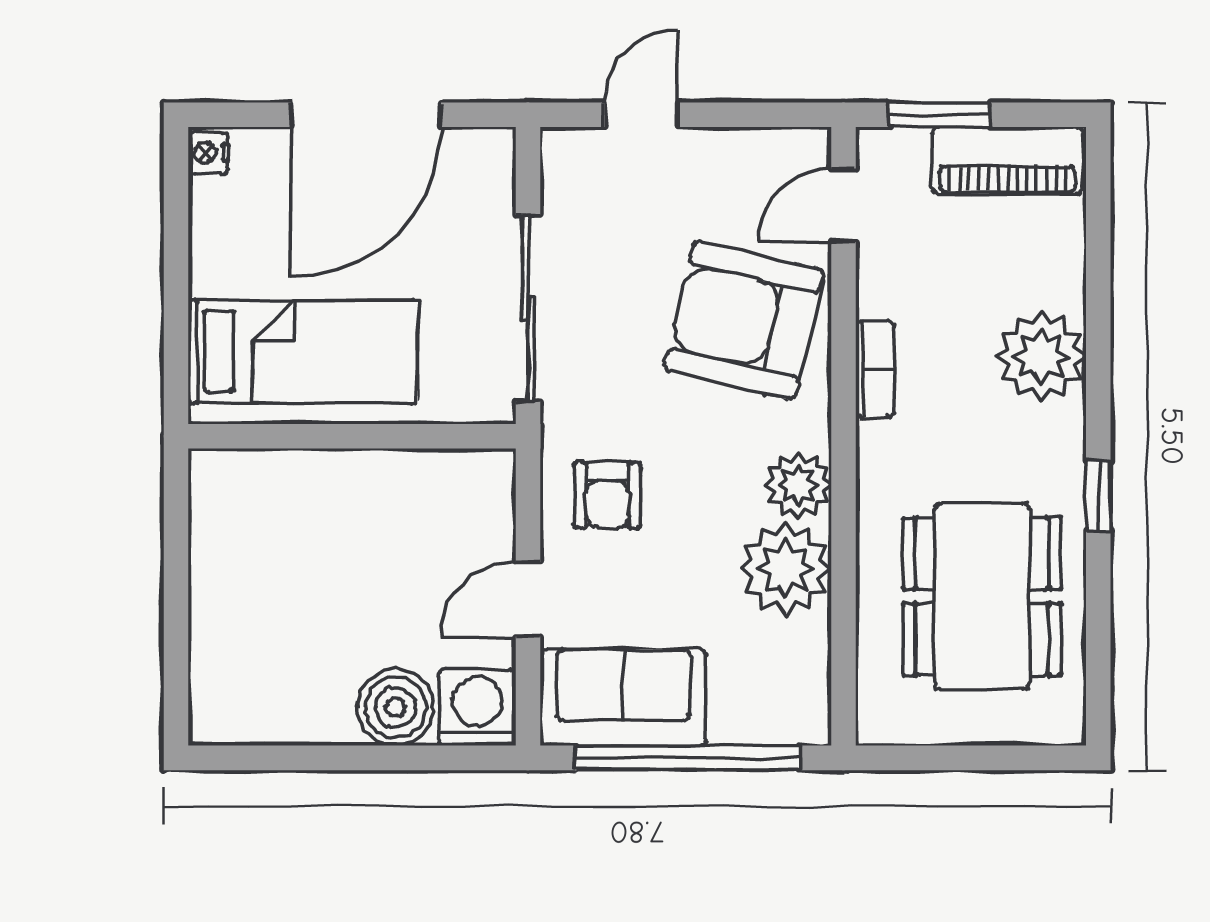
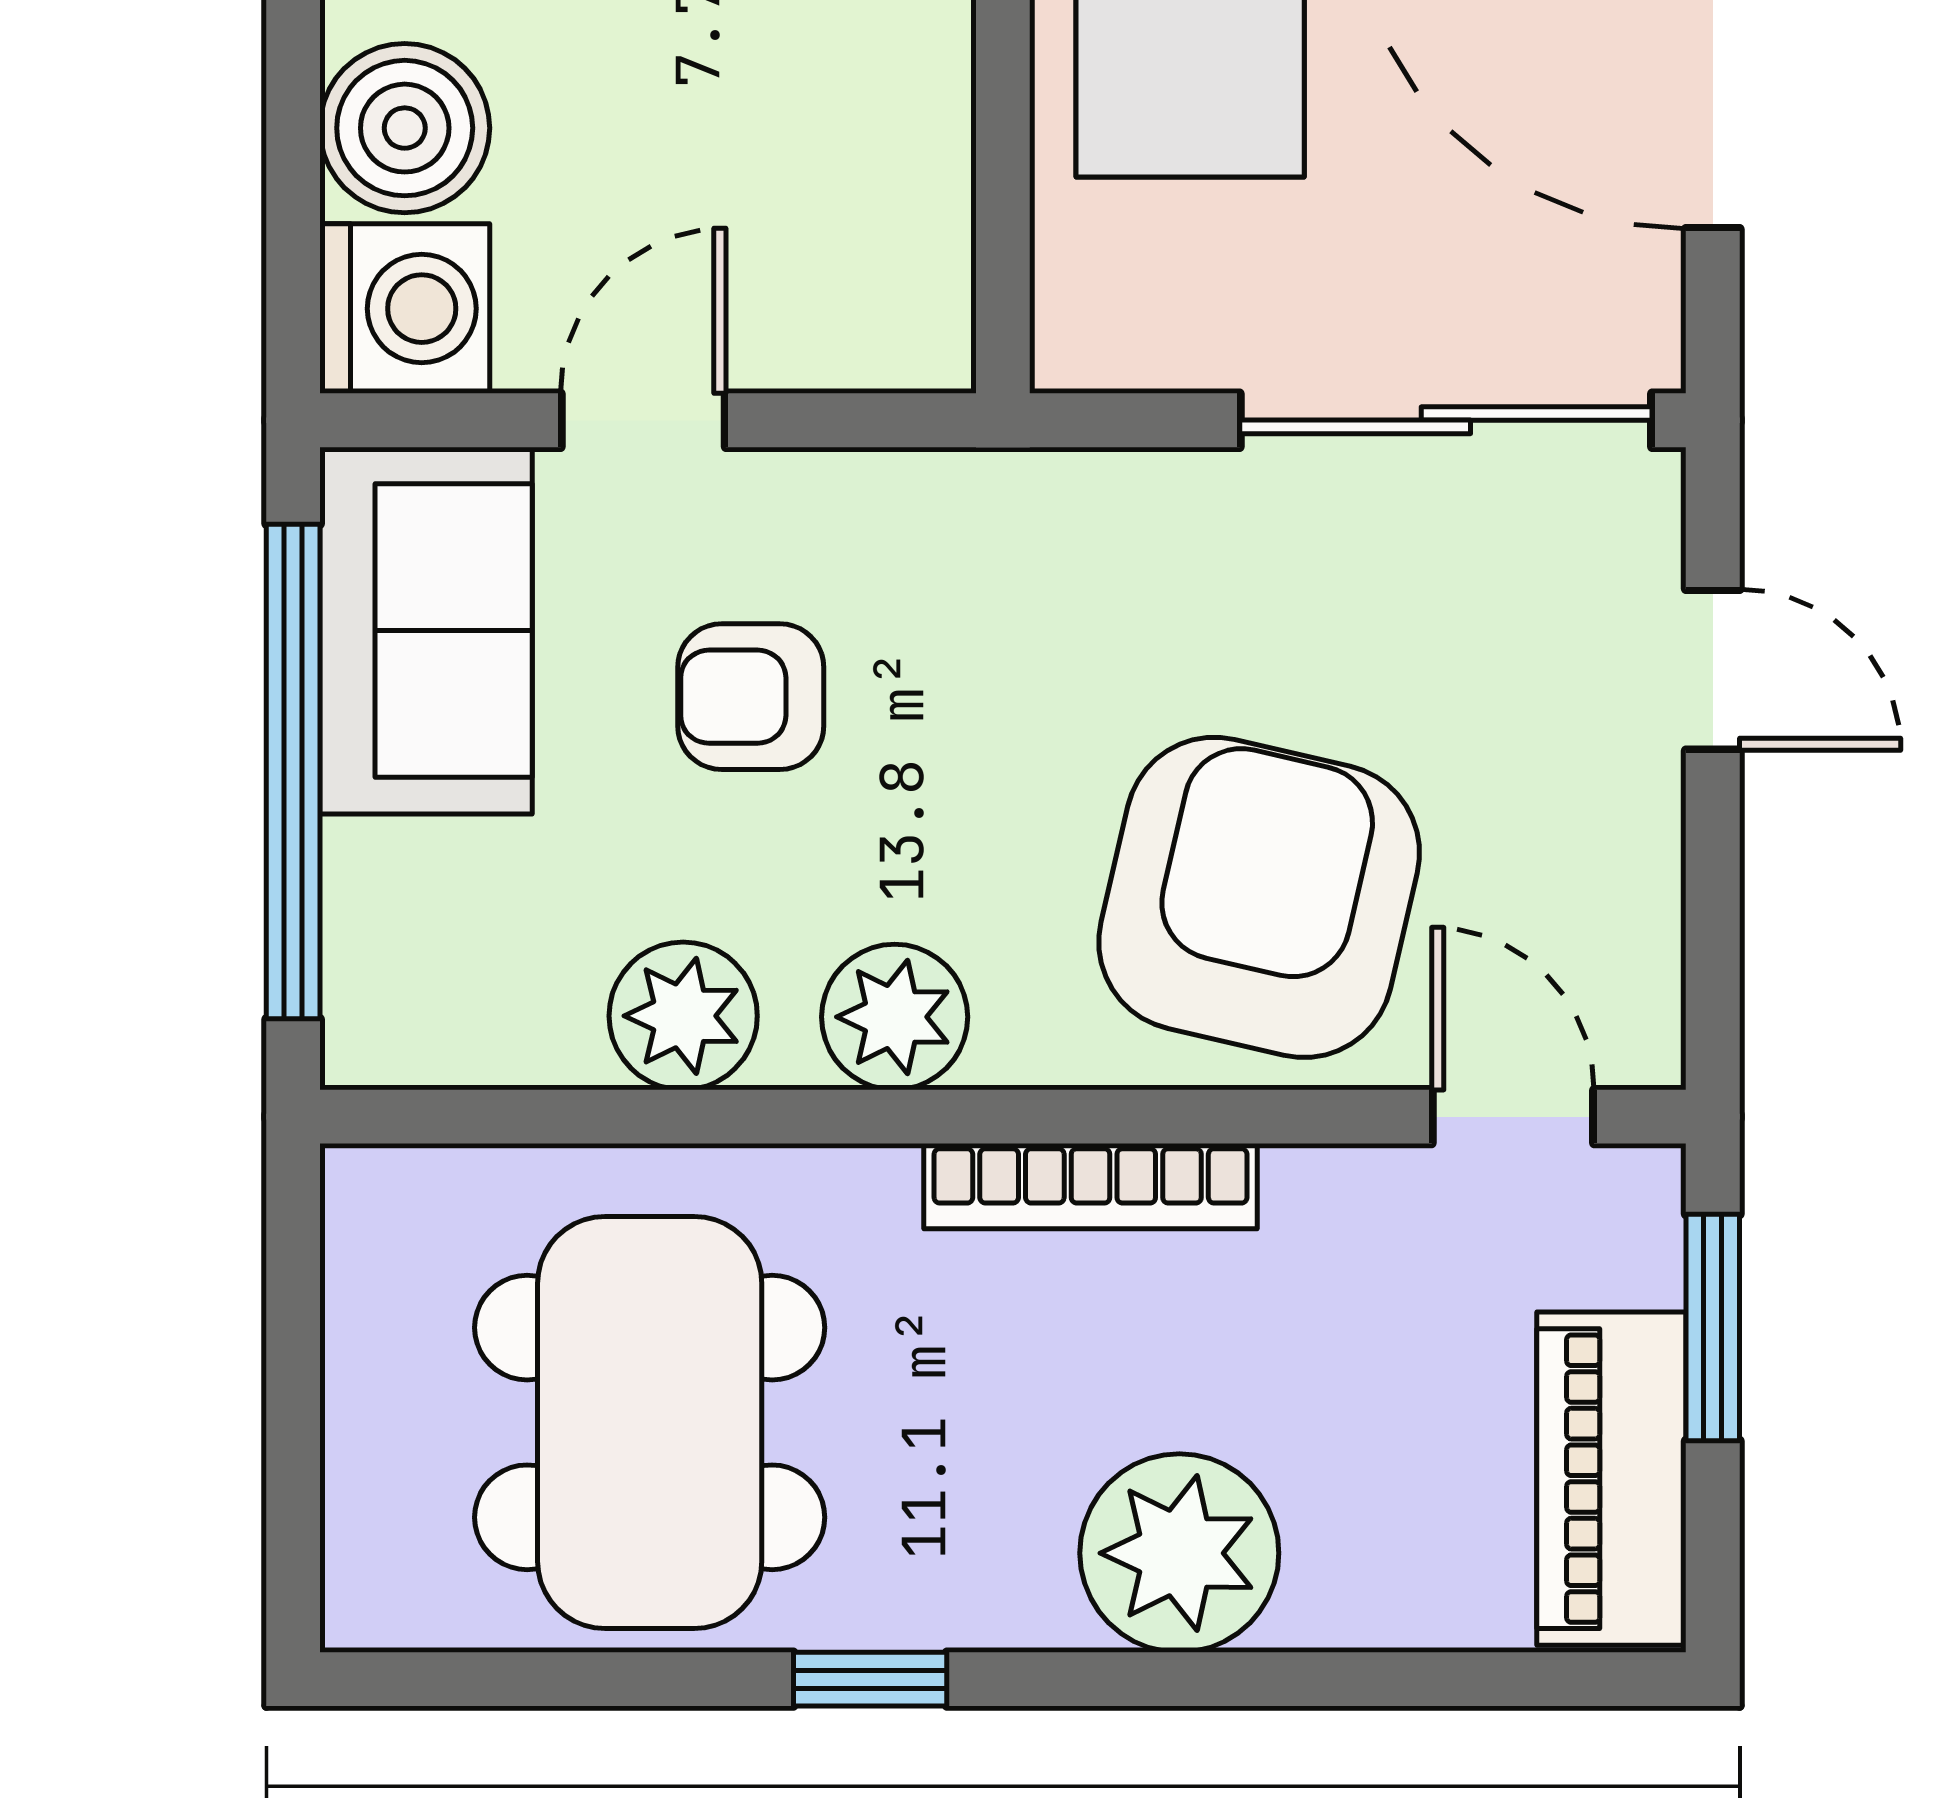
sliding door: (528, 308) -> (1446, 420), moved
bookcase: (875, 369) -> (1091, 1186), width x1.56
armchair: (607, 495) -> (751, 697), moved
plant: (786, 569) -> (683, 1016), width x0.73, depth x0.73
dining table: (982, 596) -> (650, 1422), turned 90
door: (528, 599) -> (643, 420), hinge flipped

